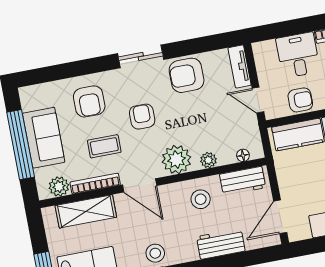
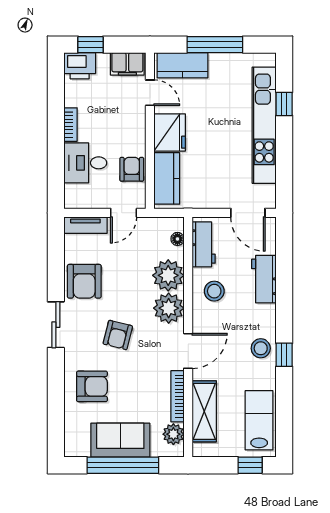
armchair: (142, 117) -> (118, 335), turned -76
coffee table: (104, 146) -> (141, 380), removed
plant: (208, 160) -> (168, 275), width x1.88, depth x1.88

